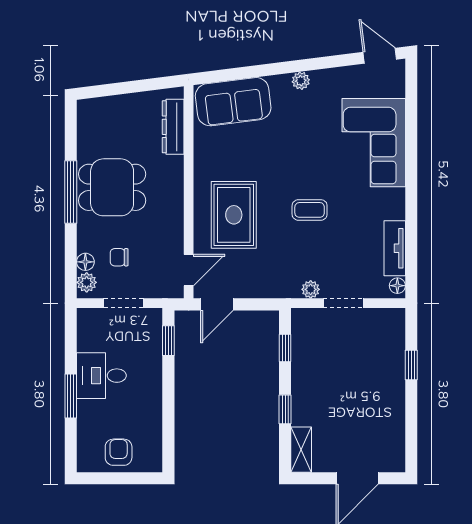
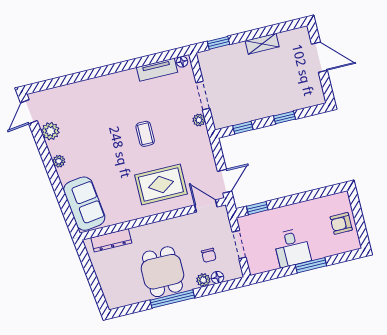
plant: (345, 79) -> (50, 131), added
corner sofa: (374, 143) -> (89, 101), removed
plant: (87, 282) -> (203, 280), moved
door: (217, 304) -> (225, 181), hinge flipped
window: (411, 365) -> (218, 43), moved
shelving: (301, 450) -> (262, 44), moved

